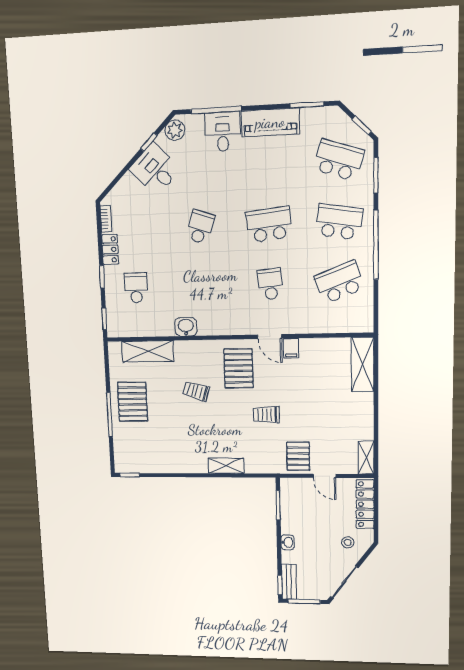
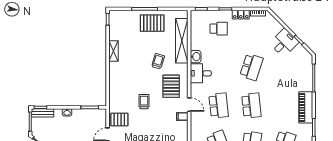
plant: (175, 130) -> (304, 55), removed
desk: (223, 132) -> (201, 73), moved, turned 180
school desk: (200, 227) -> (251, 67), width x1.85
school desk: (270, 284) -> (219, 105), width x1.85
door: (270, 337) -> (189, 105), swing flipped
shelving: (148, 351) -> (182, 41), width x1.47
pallet: (239, 368) -> (171, 86), turned 90
shelving: (226, 466) -> (114, 51), moved

